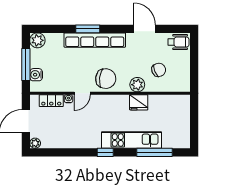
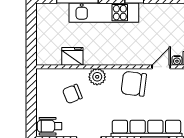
fridge: (139, 102) -> (72, 56), moved

